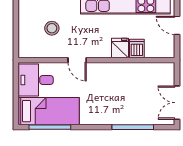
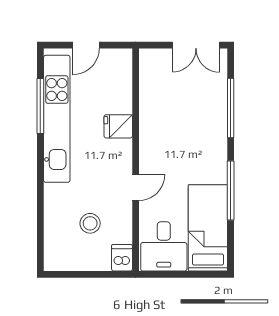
dishwasher: (137, 49) -> (122, 258), moved, turned 90
window: (50, 127) -> (231, 190), moved

